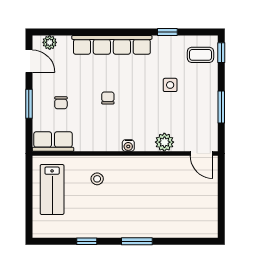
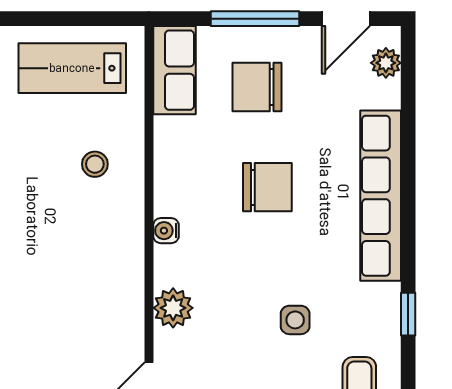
chair: (108, 98) -> (267, 187), width x1.87, depth x1.87
chair: (61, 103) -> (257, 87), width x1.87, depth x1.87
window: (29, 104) -> (255, 19), width x1.44

